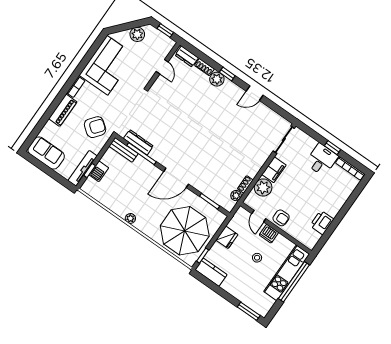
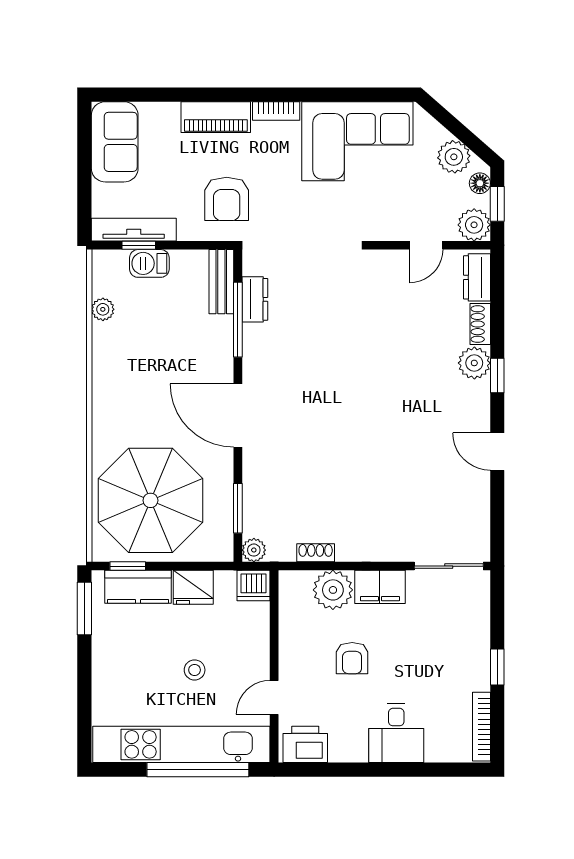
floor lamp: (153, 32) -> (480, 183), added
plant: (167, 44) -> (474, 225), added
armchair: (95, 127) -> (227, 199), turned 52
dresser: (138, 142) -> (255, 299), width x0.70
desk: (322, 160) -> (396, 733), moved, turned 90
plant: (236, 196) -> (254, 550), moved
door: (259, 216) -> (274, 697), moved
plant: (130, 218) -> (103, 309), moved
armchair: (281, 218) -> (352, 658), moved
printer: (322, 222) -> (305, 744), moved
dishwasher: (269, 234) -> (254, 586), moved, turned -90
kitchen counter: (211, 272) -> (138, 587), moved, turned 90
kitchen unit: (287, 273) -> (181, 744), width x1.36
window: (249, 311) -> (84, 609), moved

